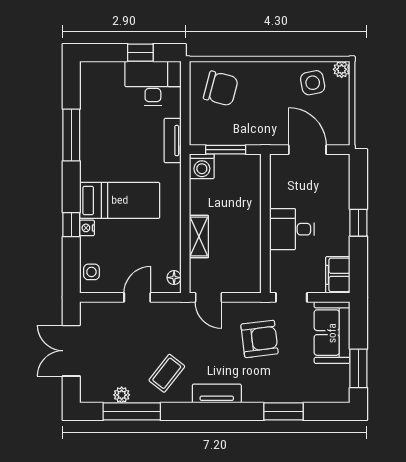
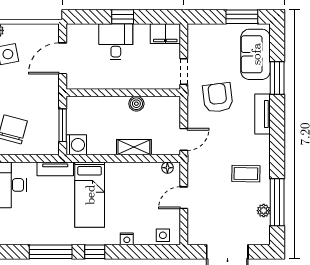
bed: (120, 200) -> (90, 195), moved, turned 180
window: (71, 225) -> (95, 252), moved
desk: (292, 229) -> (116, 42), moved, turned 180
boiler: (252, 240) -> (136, 104), added
door: (137, 297) -> (184, 198), hinge flipped
sofa: (332, 333) -> (256, 54), moved, turned 90
coffee table: (167, 373) -> (246, 174), turned -37
tv unit: (217, 394) -> (263, 114), moved

